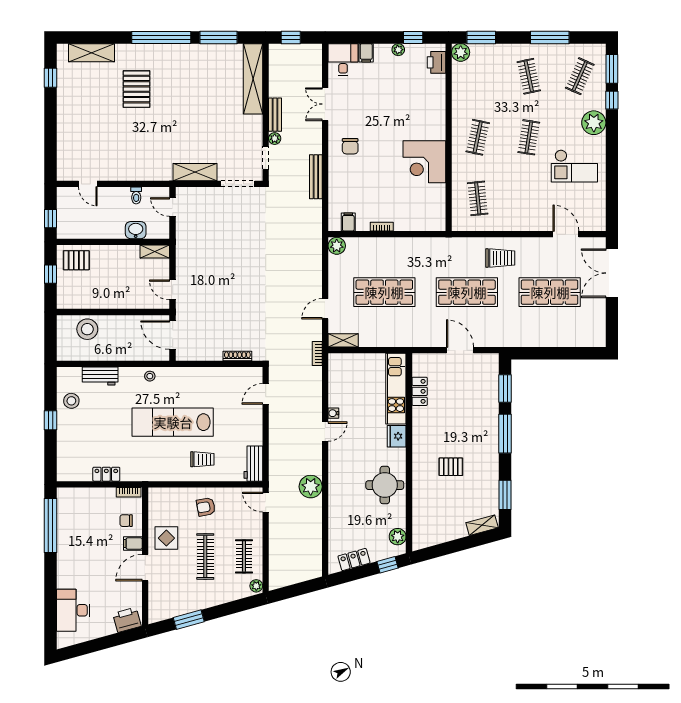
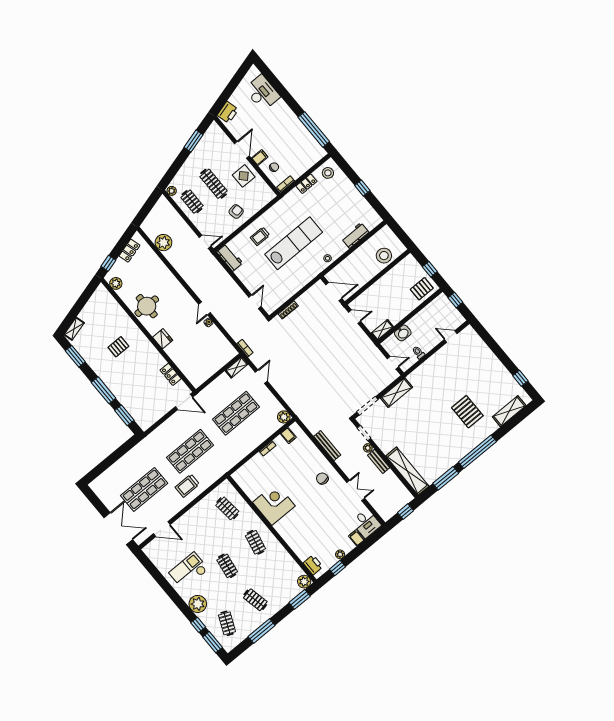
door: (460, 350) -> (184, 402), moved
kitchen unit: (396, 389) -> (185, 365), removed
stool: (71, 401) -> (328, 173), moved
plant: (311, 487) -> (163, 243), moved

